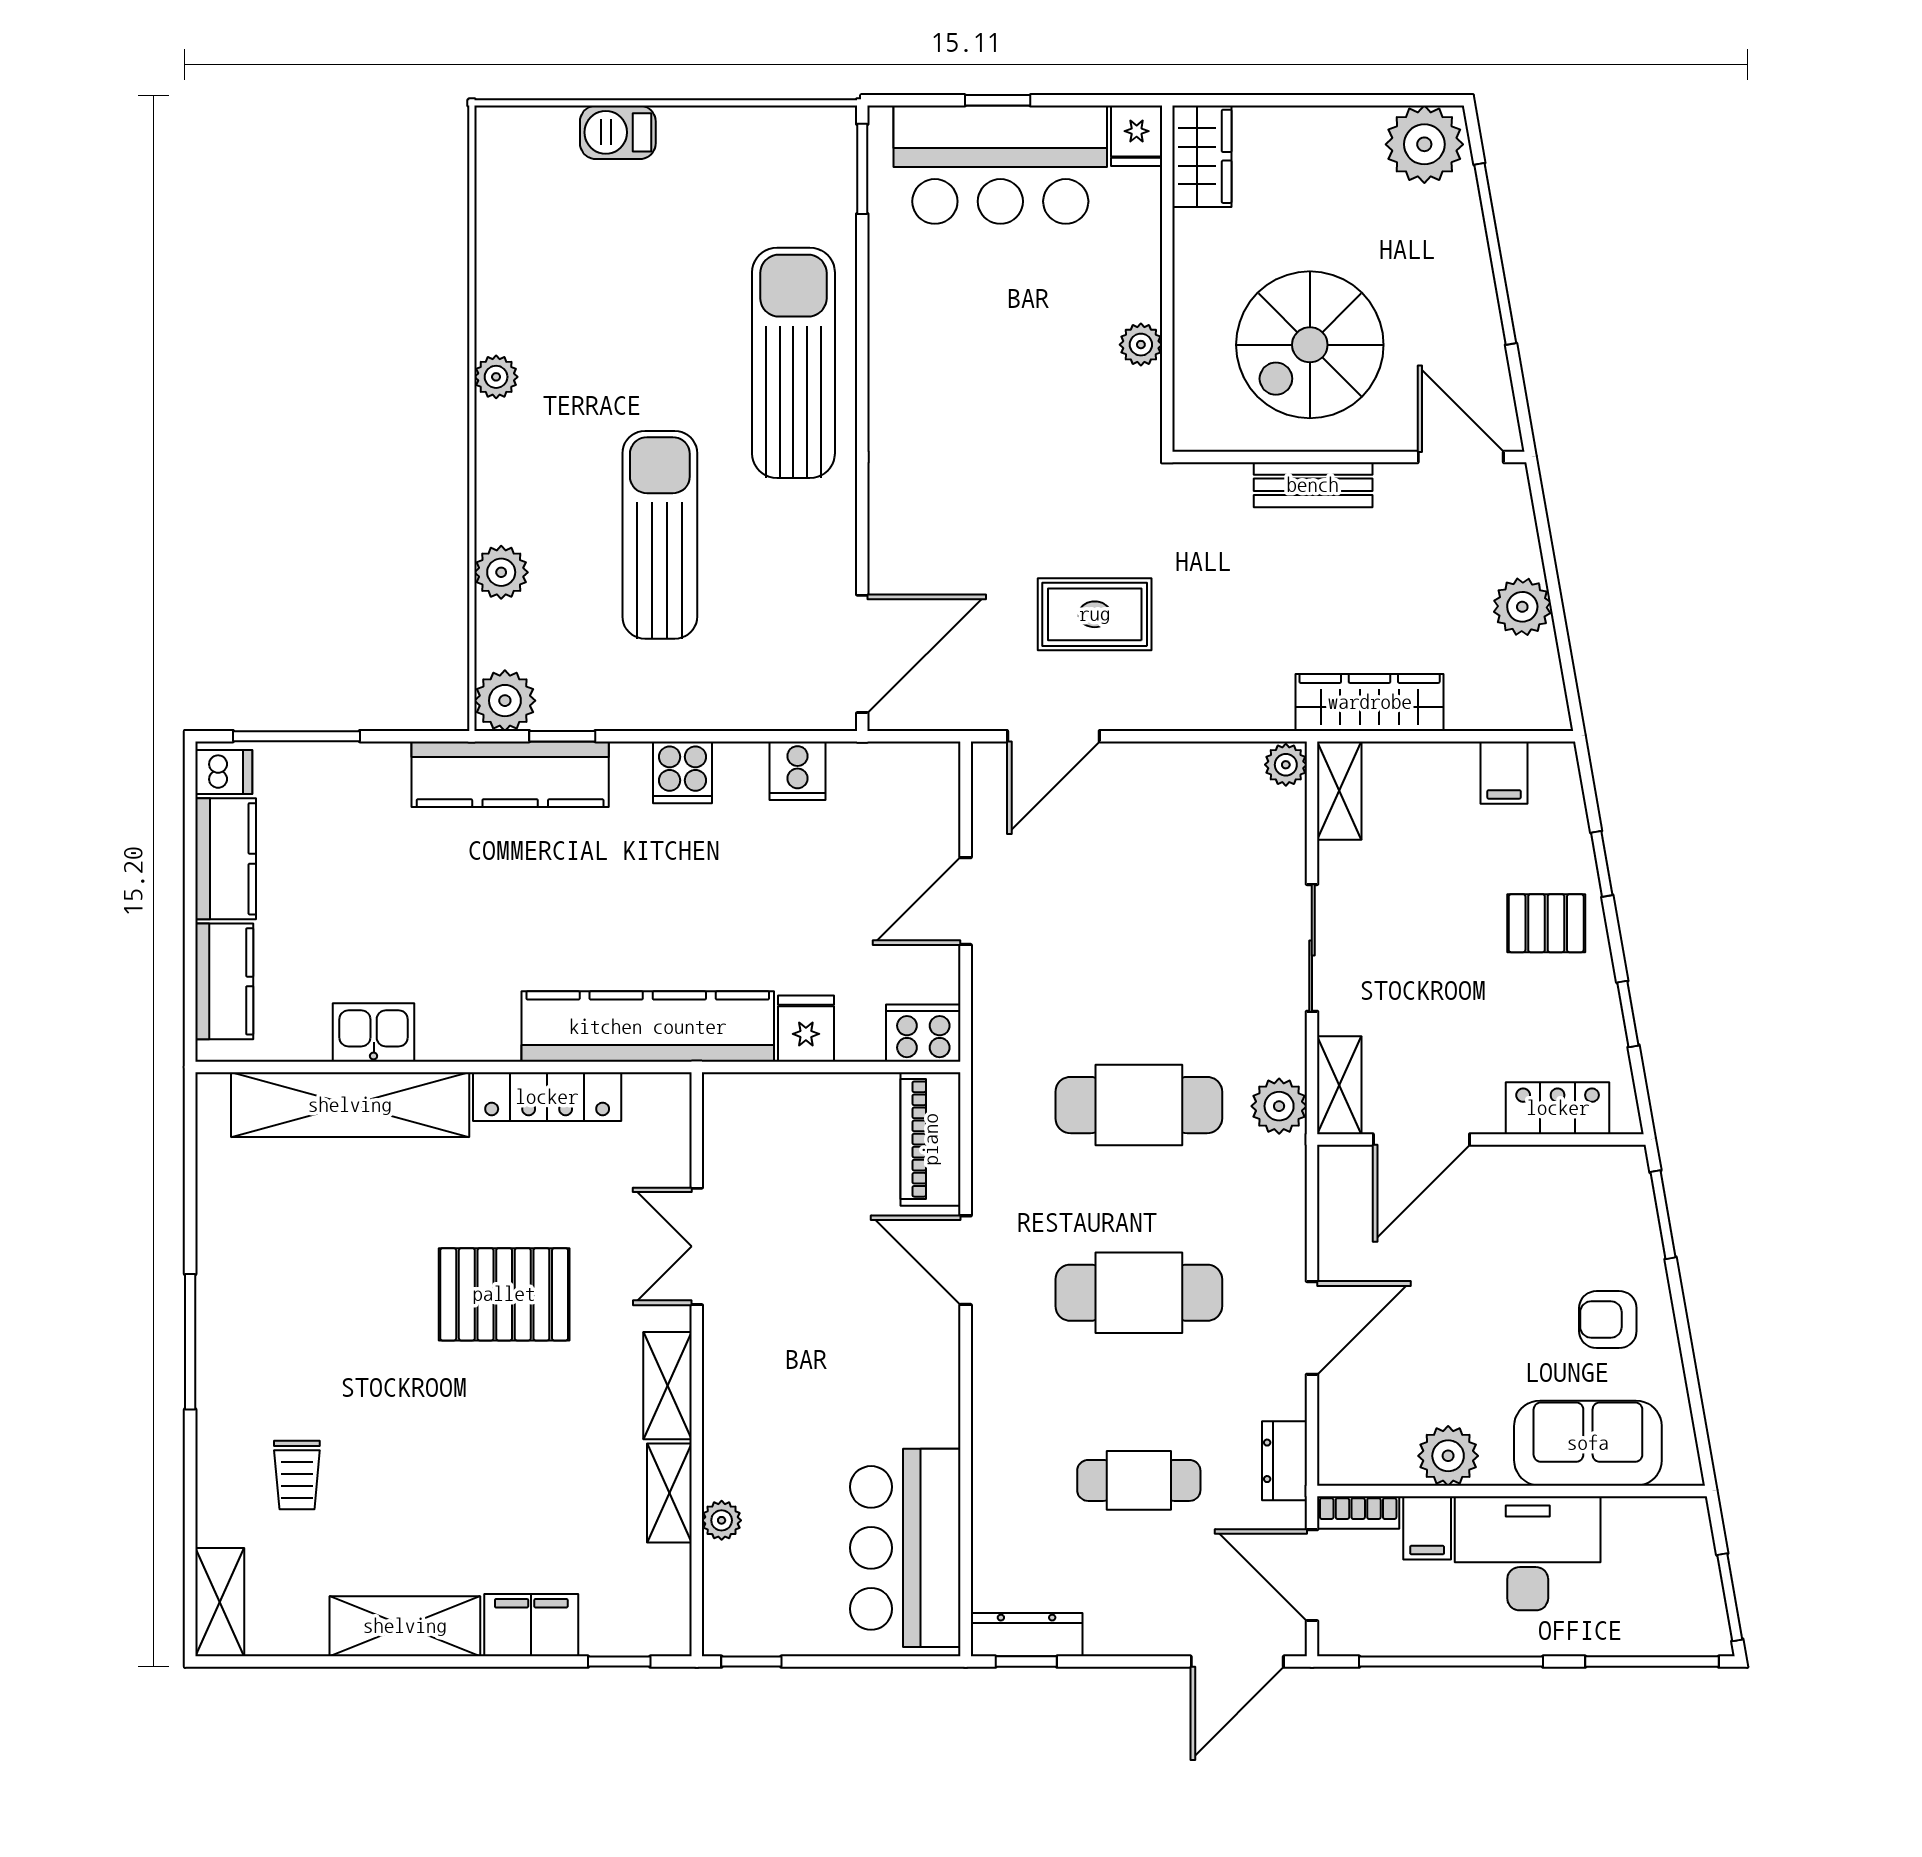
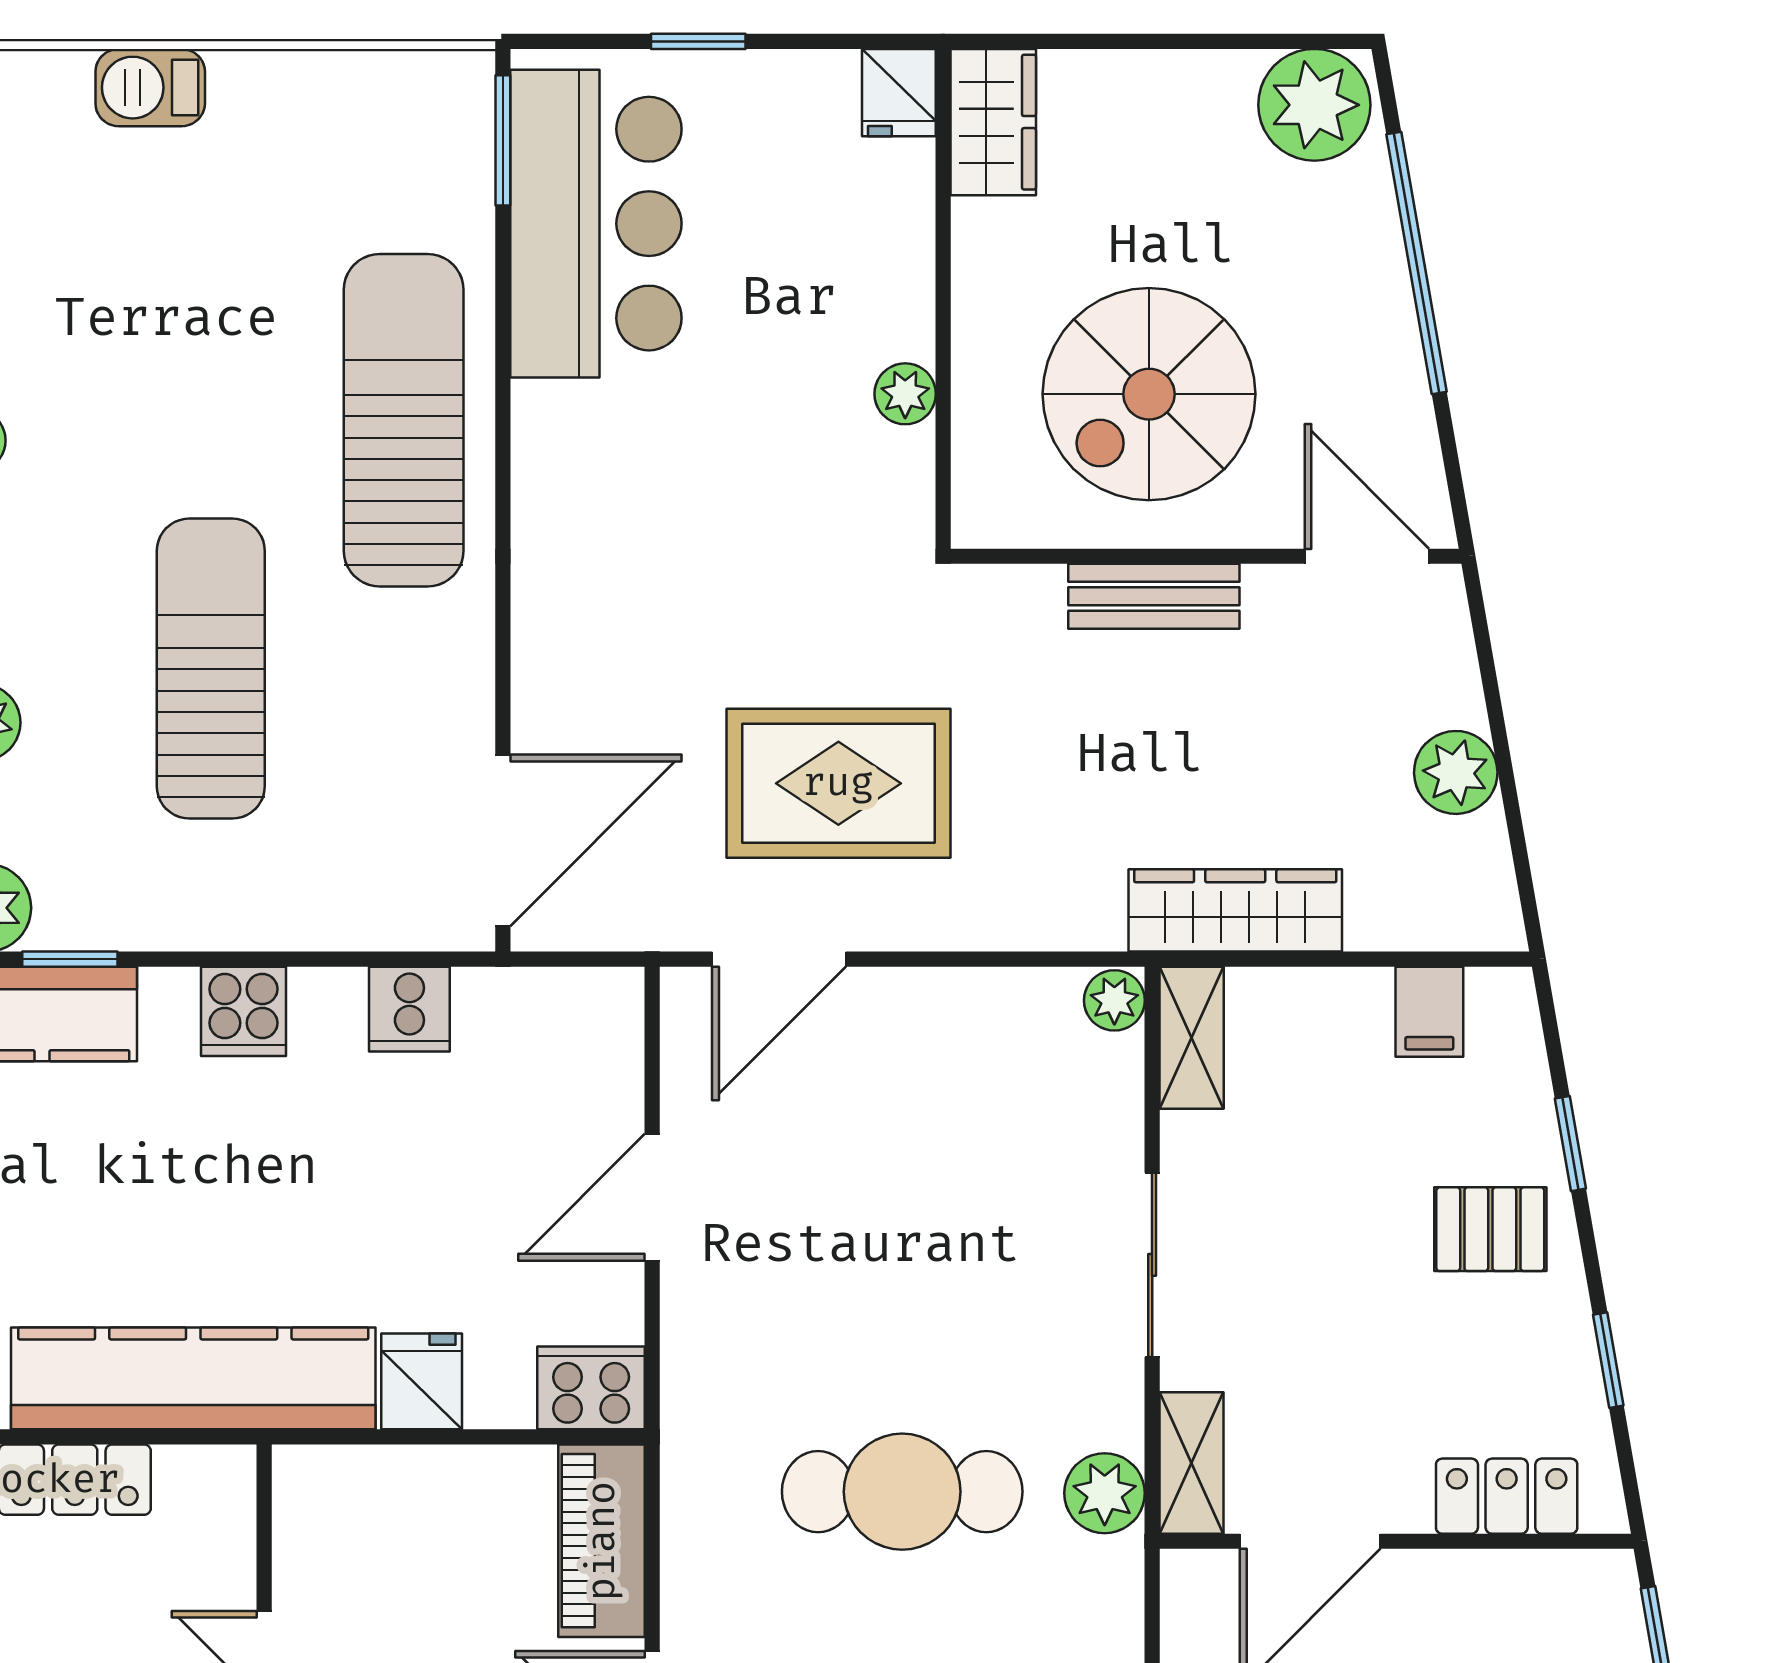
bar counter: (1000, 165) -> (596, 224), moved, turned -90
rug: (1095, 614) -> (838, 783), width x1.36, depth x1.43

